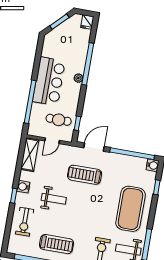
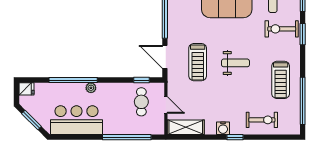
bar counter: (49, 81) -> (77, 120), moved
weight bench: (54, 199) -> (235, 63), moved, turned 90
treadmill: (56, 244) -> (281, 80), turned 180

